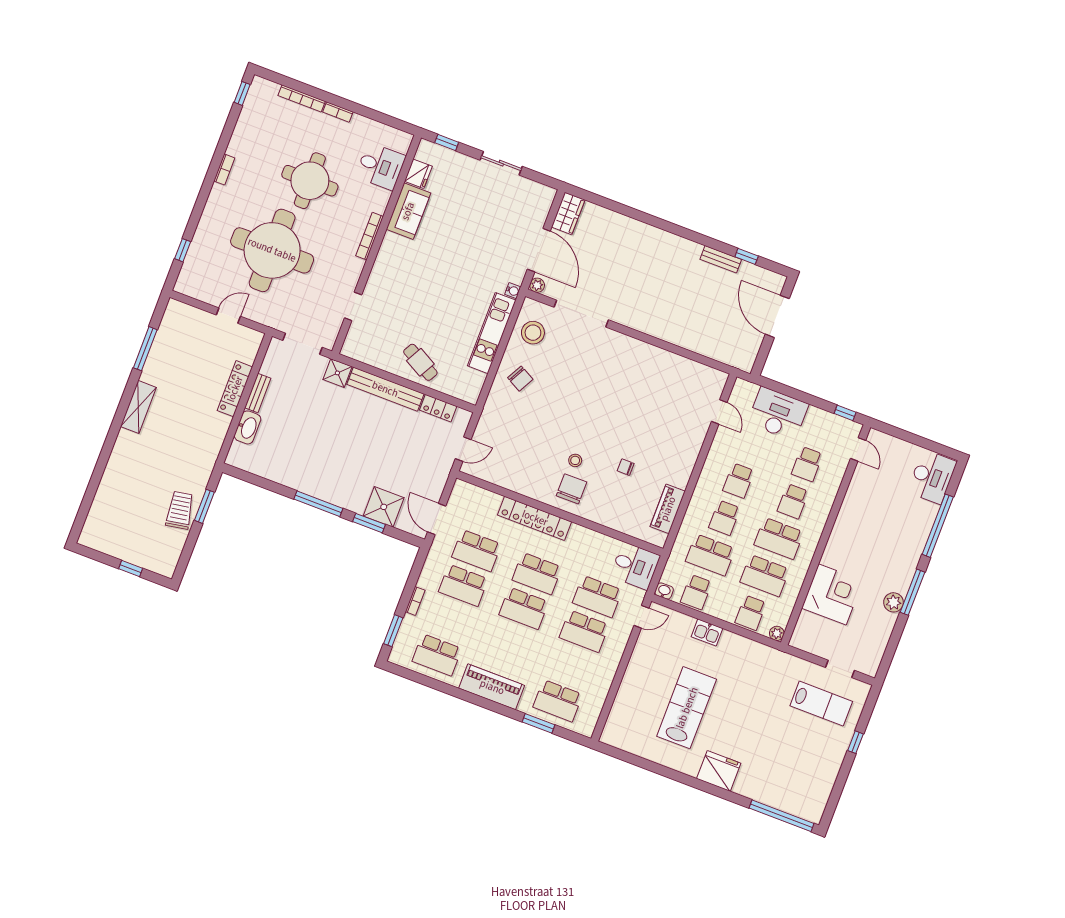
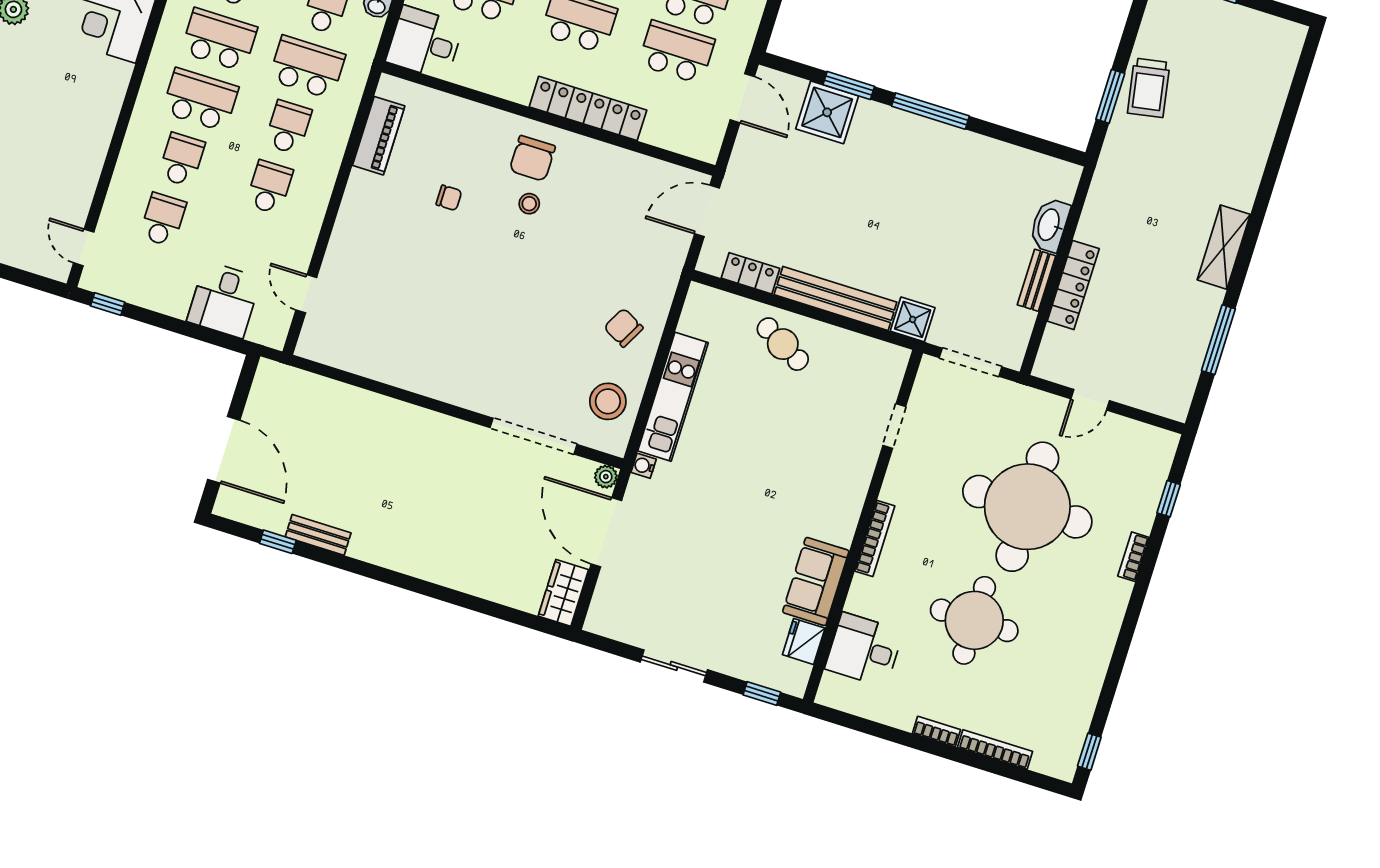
bookcase: (224, 169) -> (1133, 557), moved
desk: (778, 414) -> (224, 300), width x0.73
door: (463, 449) -> (707, 211), width x1.38

